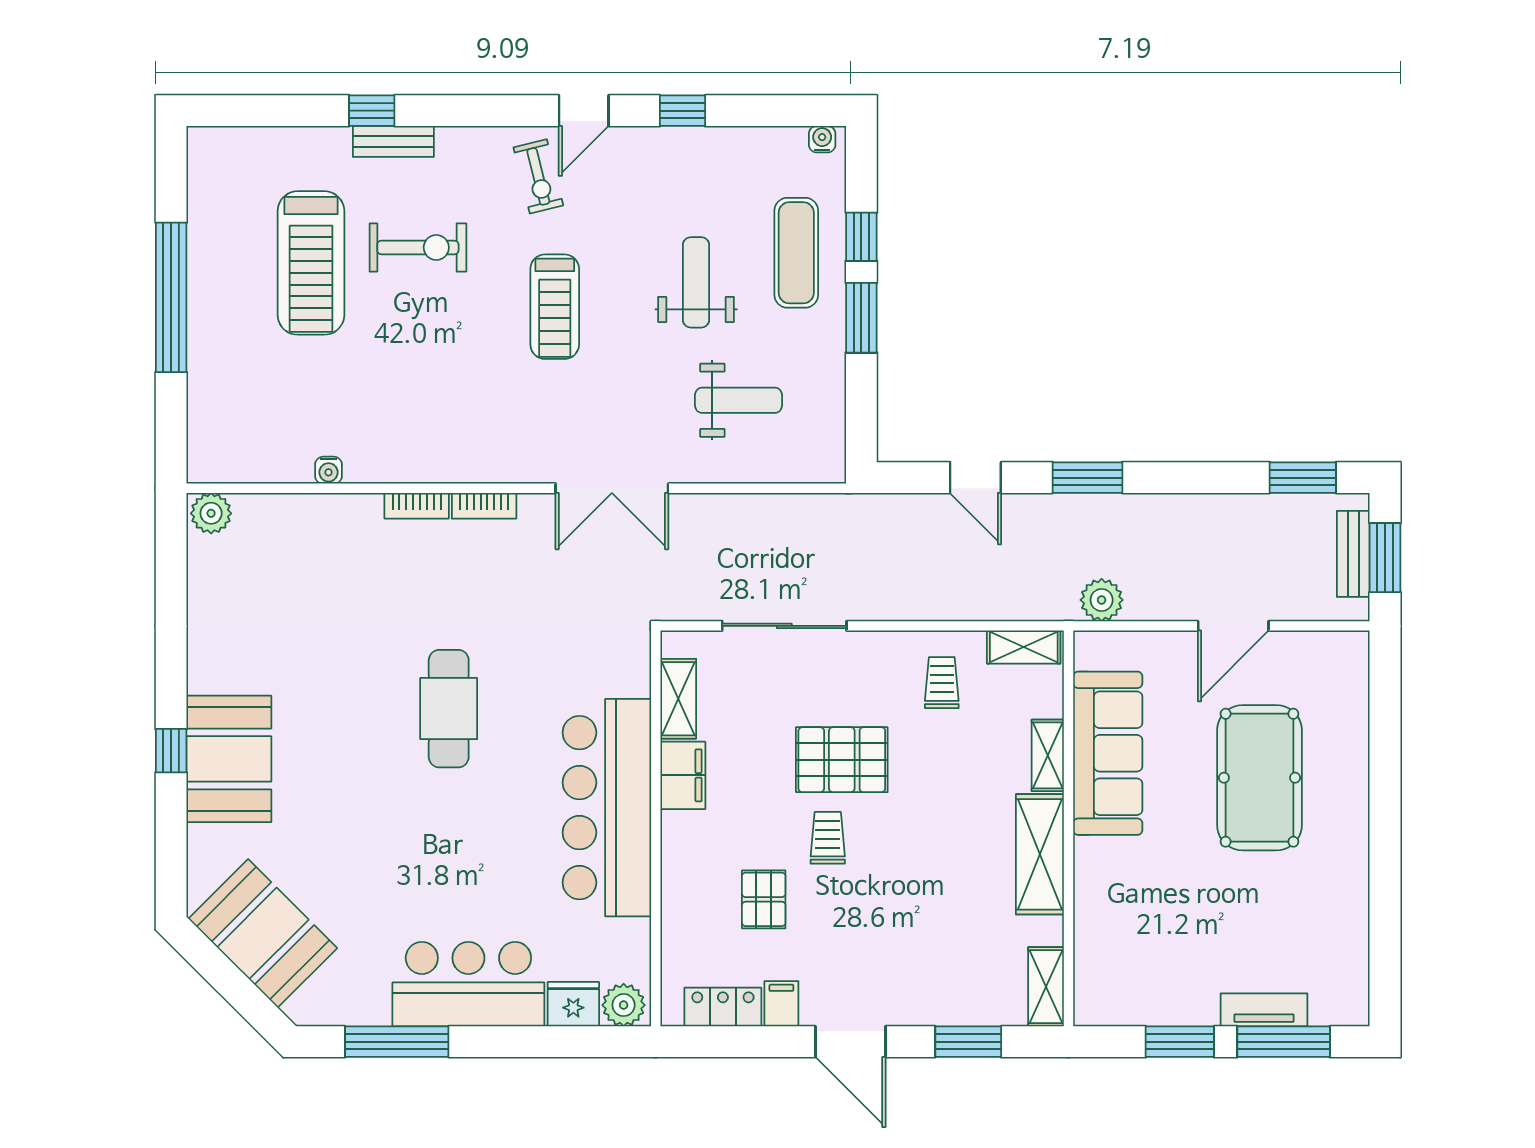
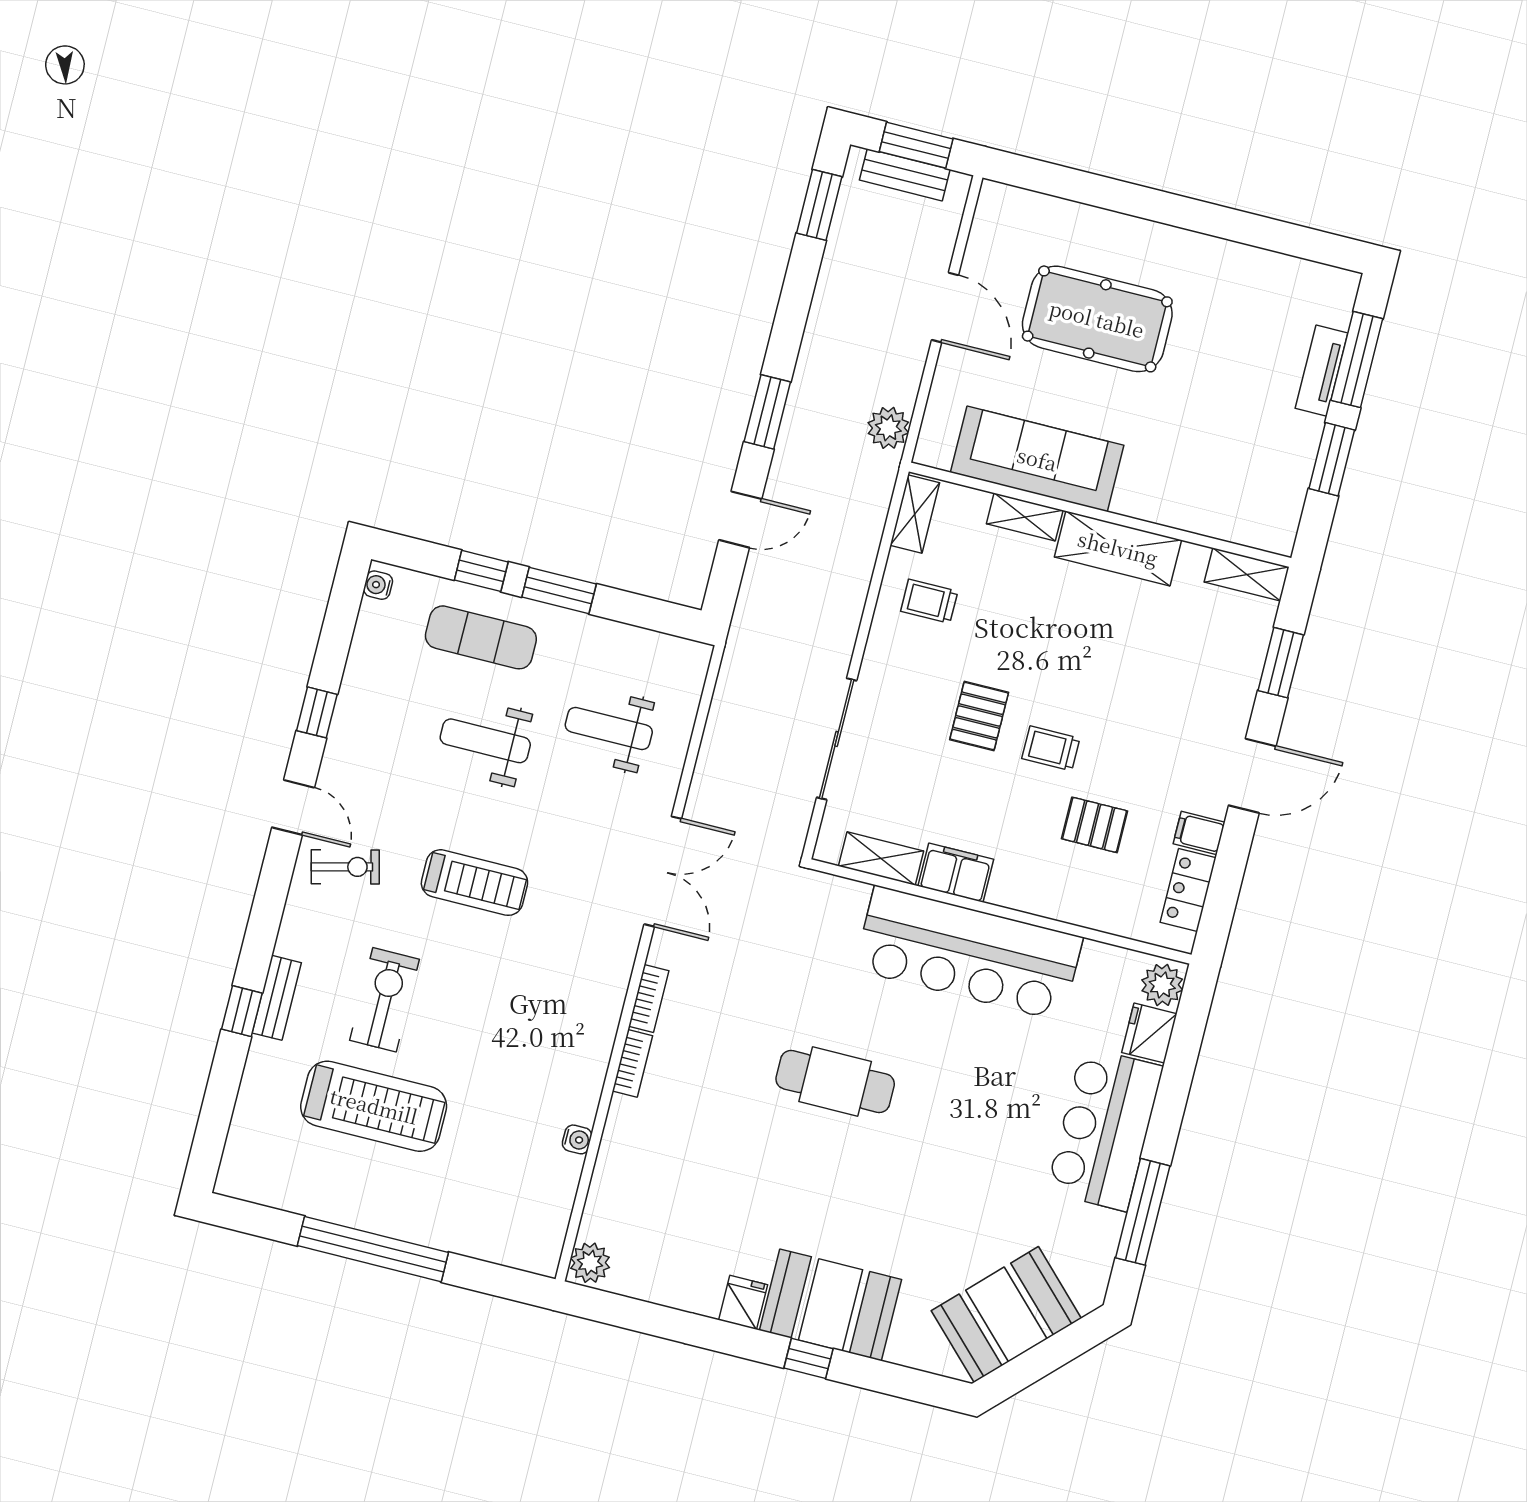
weight bench: (738, 400) -> (609, 729), turned -90
fridge: (210, 673) -> (743, 1302), added
pallet: (842, 760) -> (979, 716), width x0.67, depth x0.71

